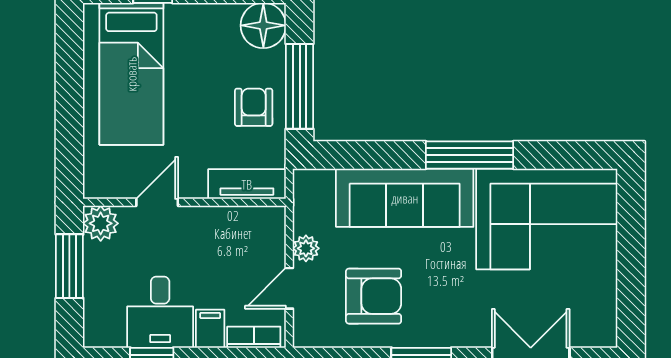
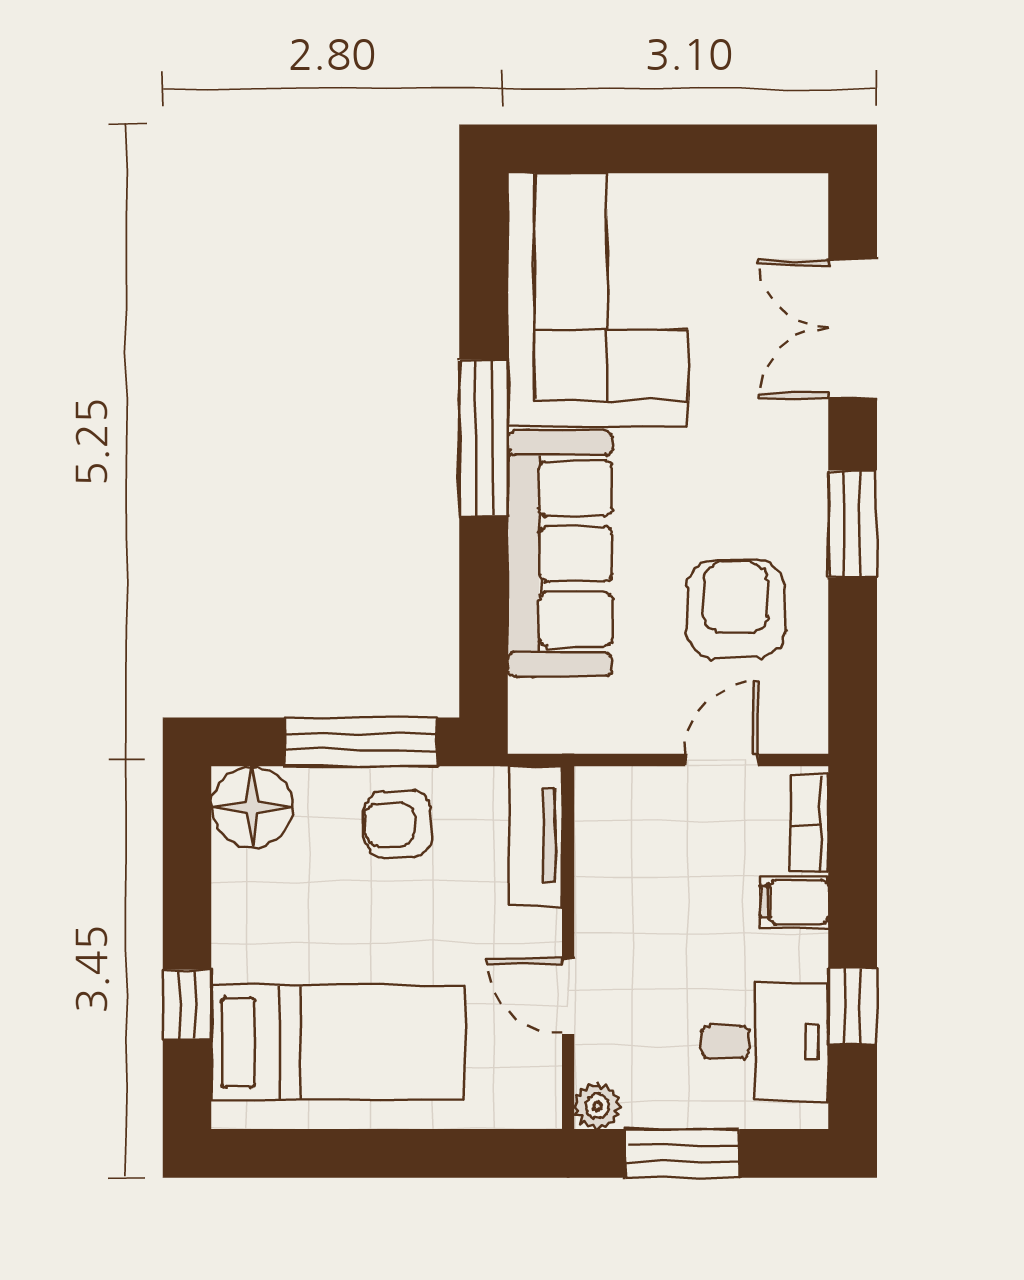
plant: (101, 223) -> (597, 1106), width x0.73, depth x0.73
plant: (306, 248) -> (651, 730), removed
door: (289, 288) -> (722, 760), swing flipped
desk: (160, 312) -> (765, 1042), moved

